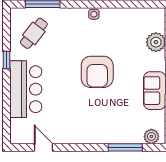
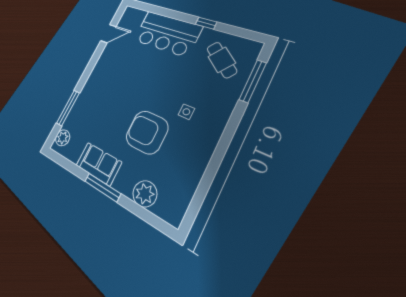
side table: (94, 14) -> (186, 112), moved
armchair: (97, 72) -> (147, 132), moved

